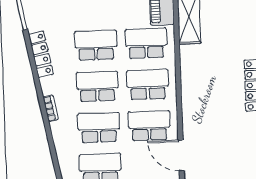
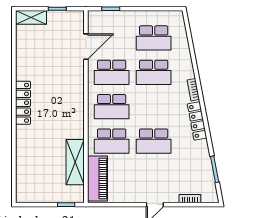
locker: (41, 54) -> (197, 121), moved
school desk: (97, 86) -> (154, 107), removed
door: (181, 155) -> (86, 47), hinge flipped

